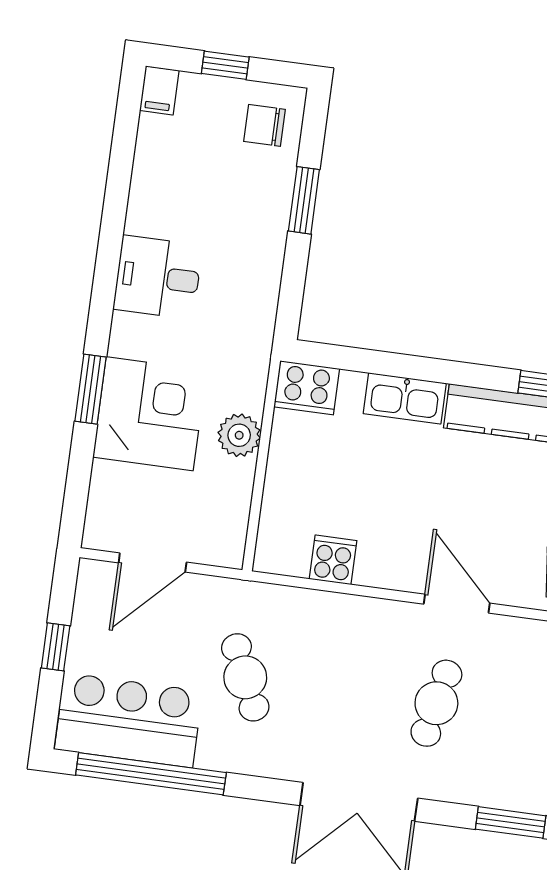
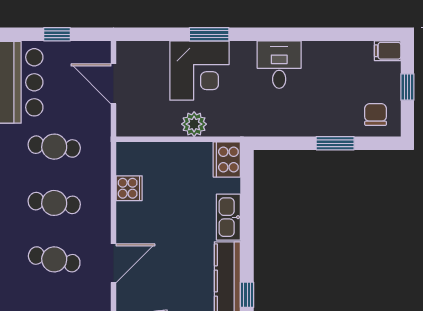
cafe table: (245, 677) -> (54, 147), turned 30
cafe table: (341, 690) -> (54, 203), added

